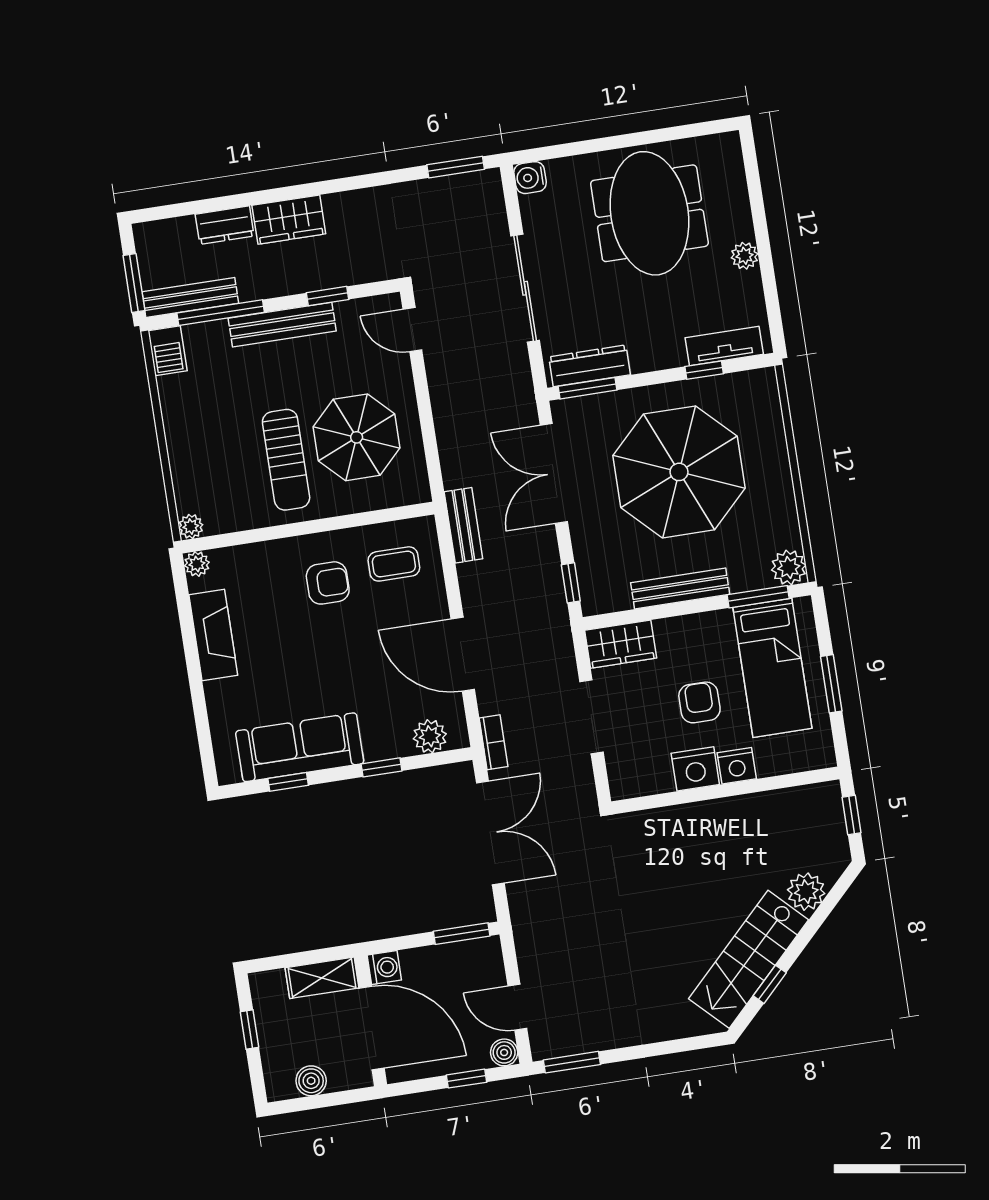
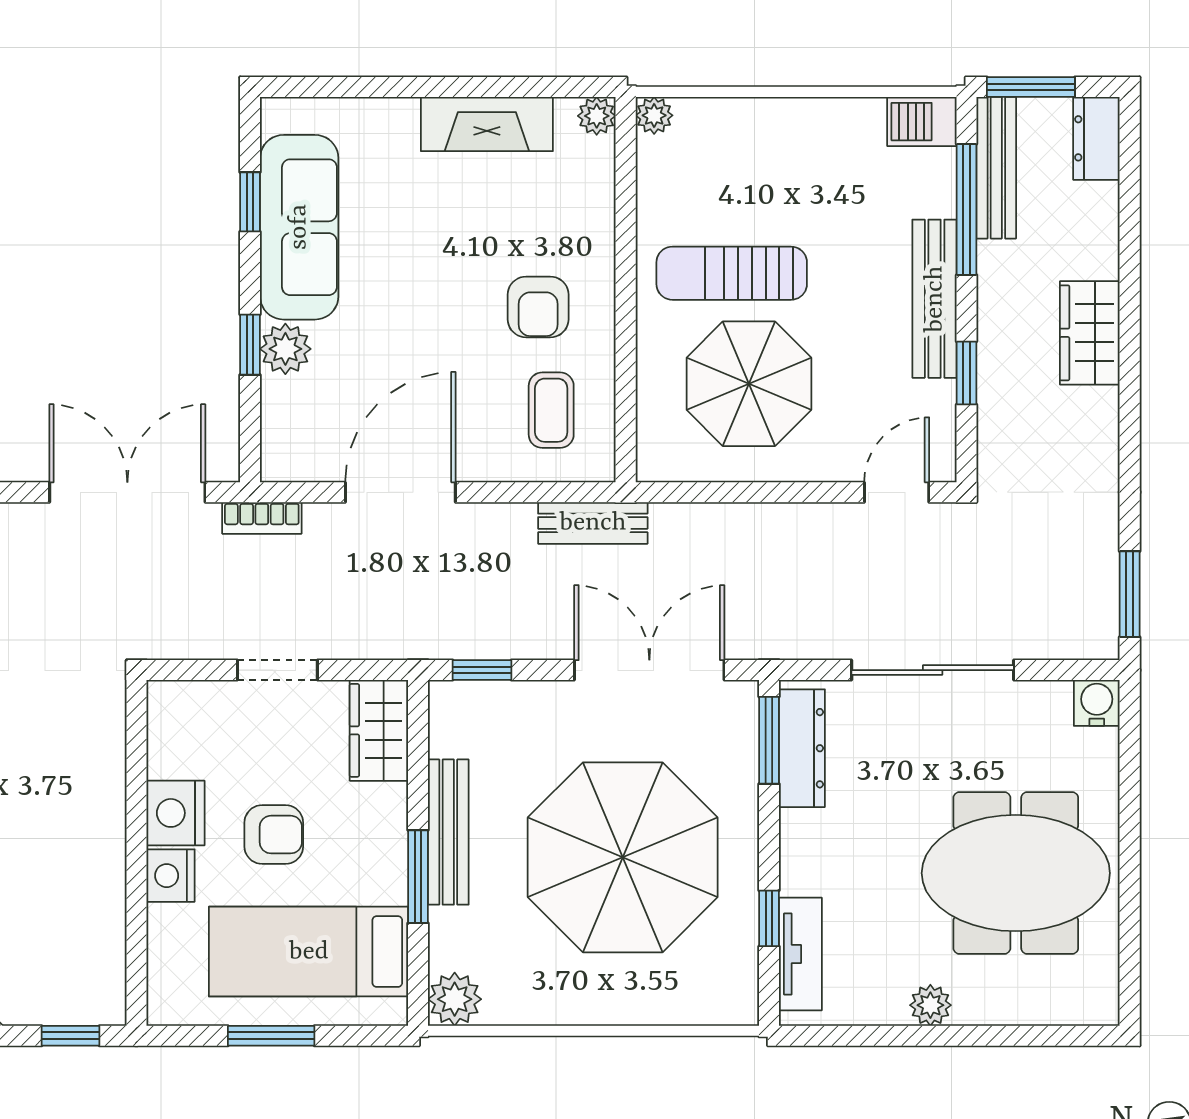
dresser: (225, 225) -> (1096, 138), moved
window: (758, 597) -> (418, 877), moved
doorway: (592, 717) -> (277, 670), width x0.73
plant: (430, 736) -> (285, 349), moved
double door: (490, 833) -> (127, 492), swing flipped

